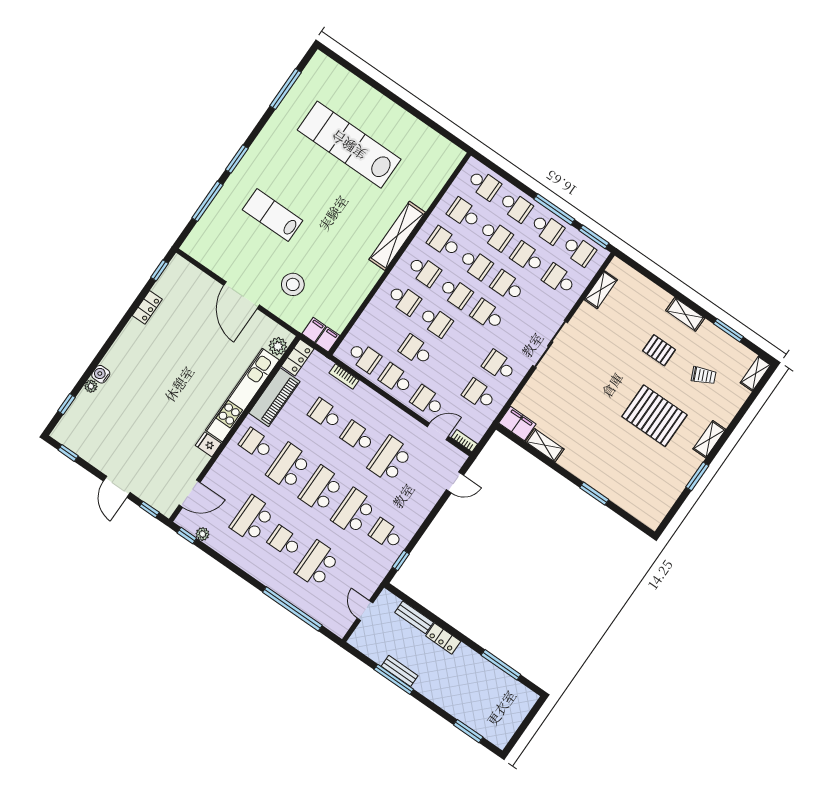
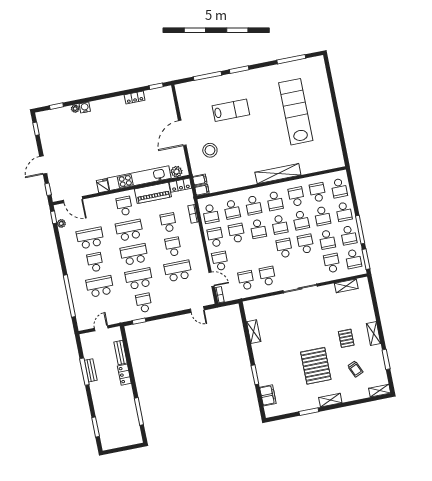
lab bench: (273, 215) -> (231, 110), turned 90
school desk: (527, 257) -> (327, 240), turned 180
school desk: (384, 328) -> (232, 209), added
filing cabinet: (517, 424) -> (268, 395), moved

